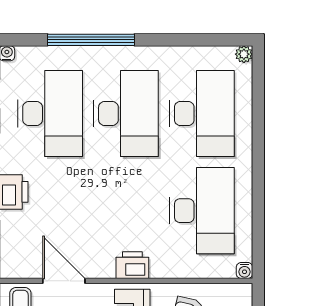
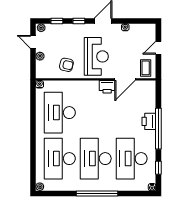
window: (91, 40) -> (97, 193), moved
printer: (132, 265) -> (107, 87), moved
door: (64, 281) -> (125, 79), hinge flipped

